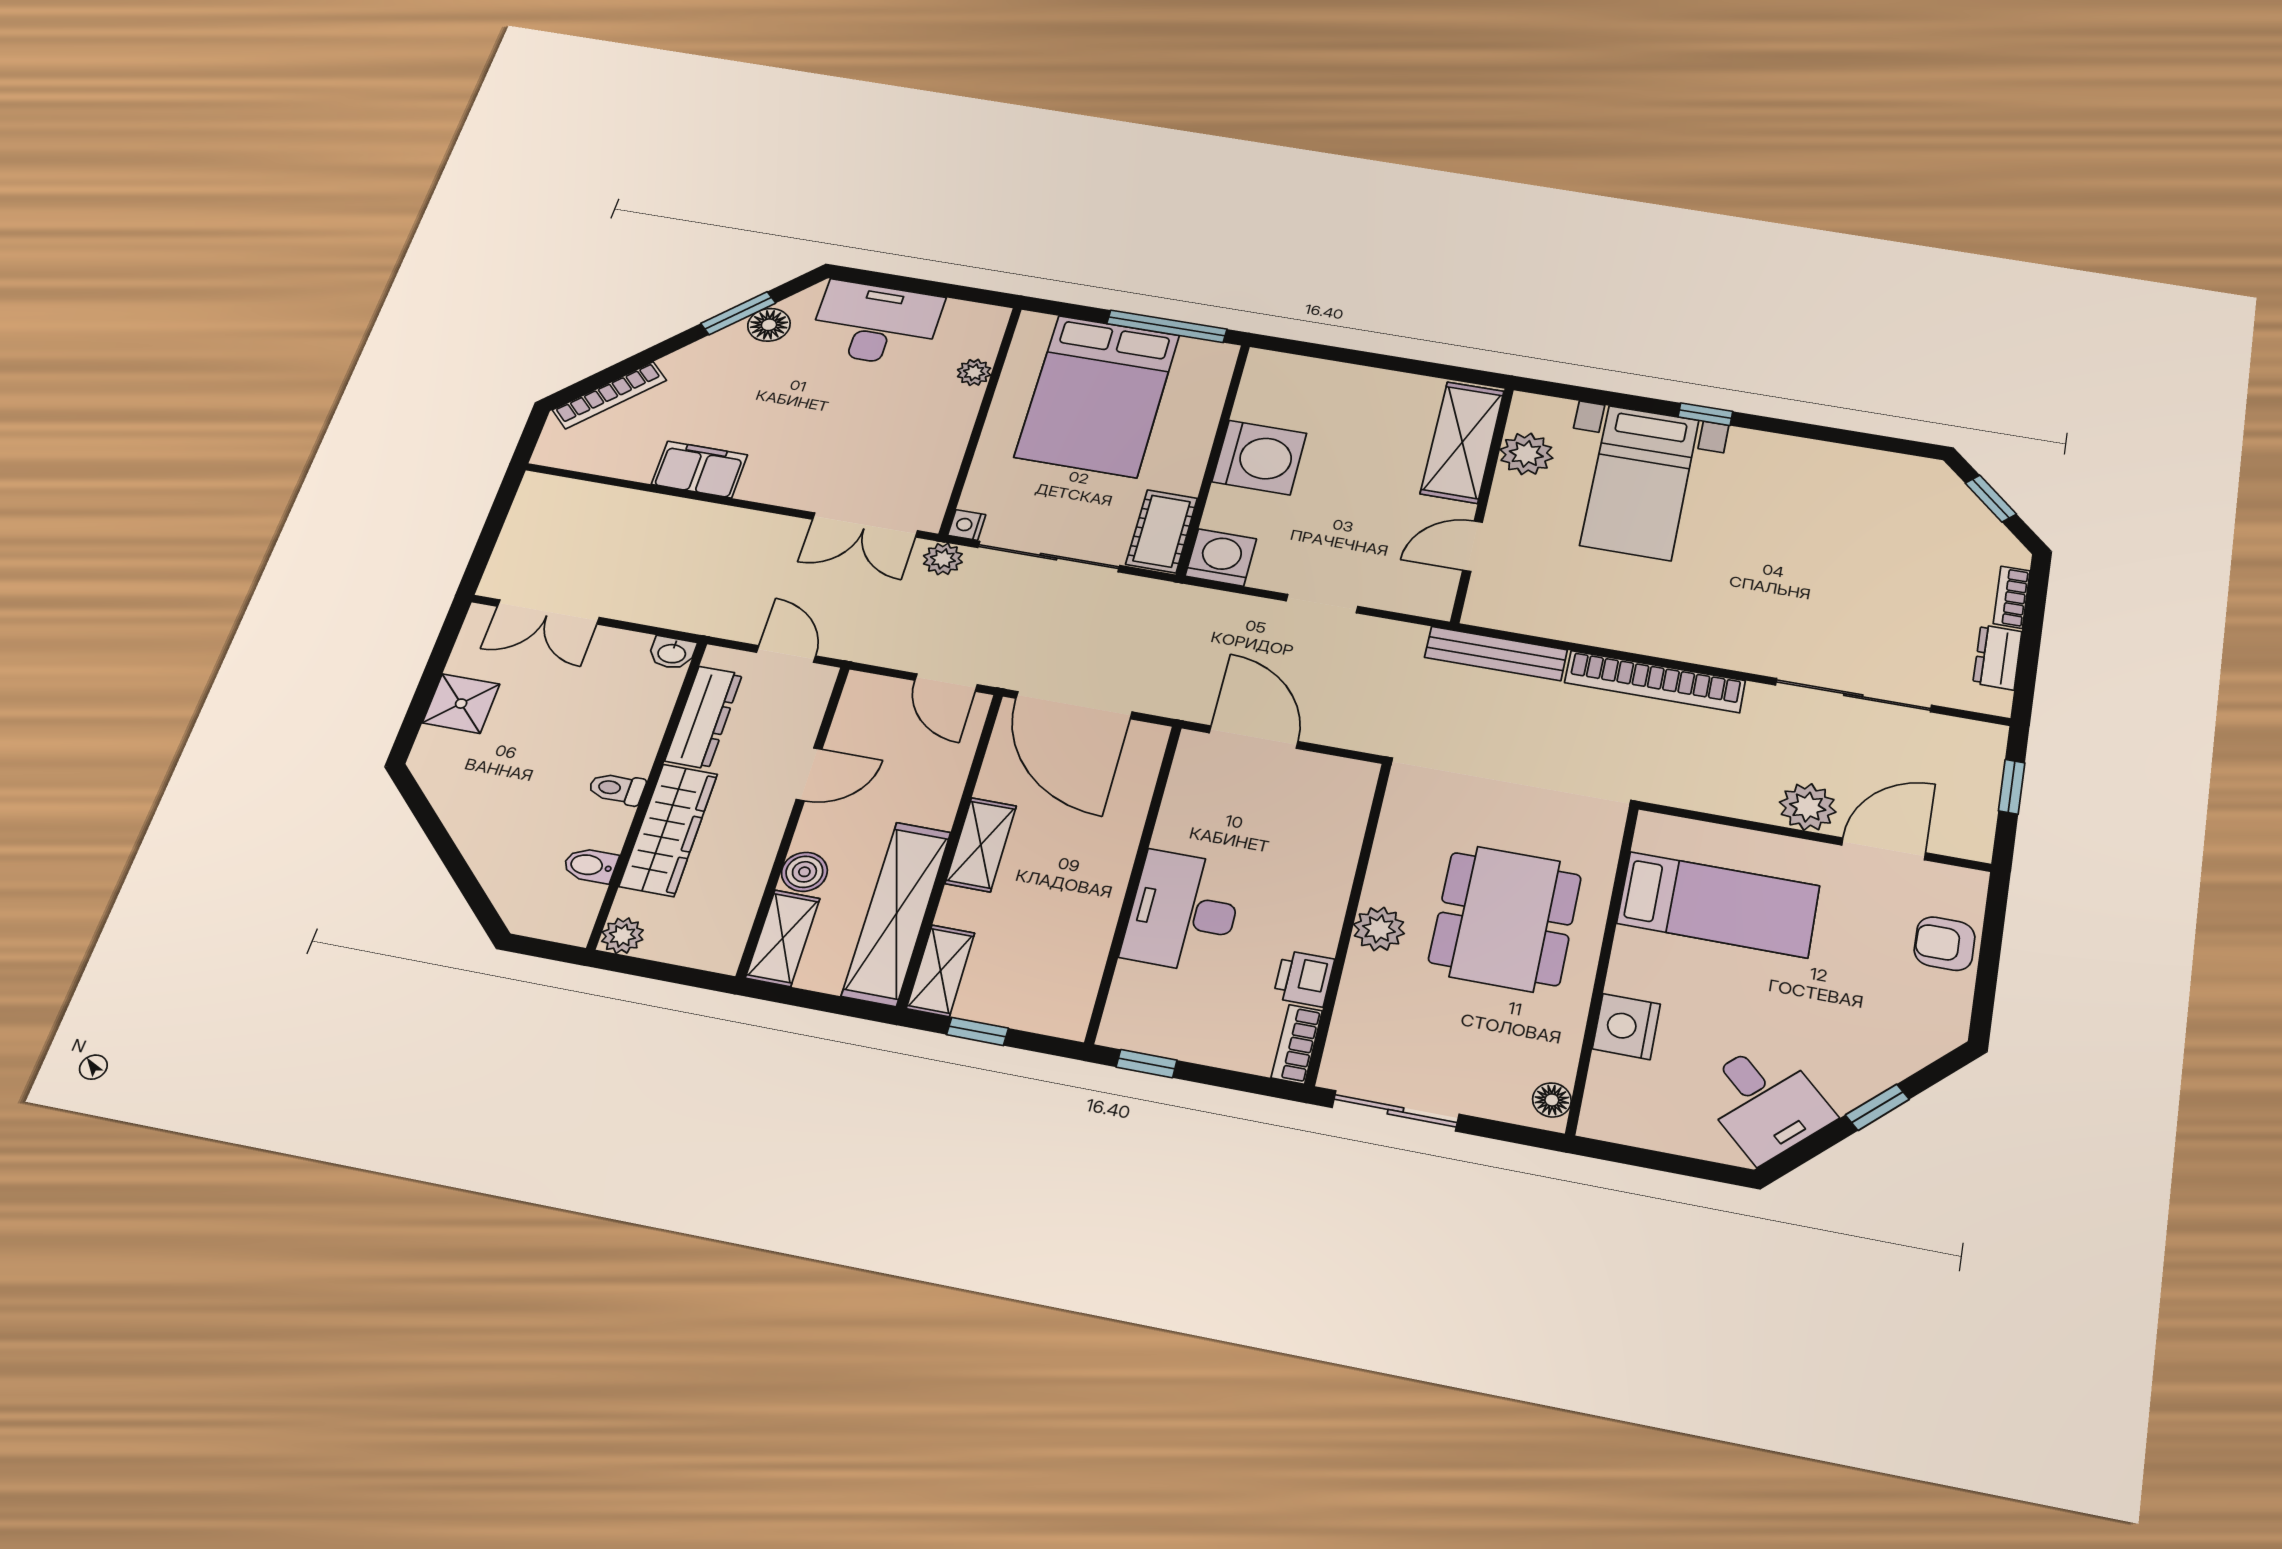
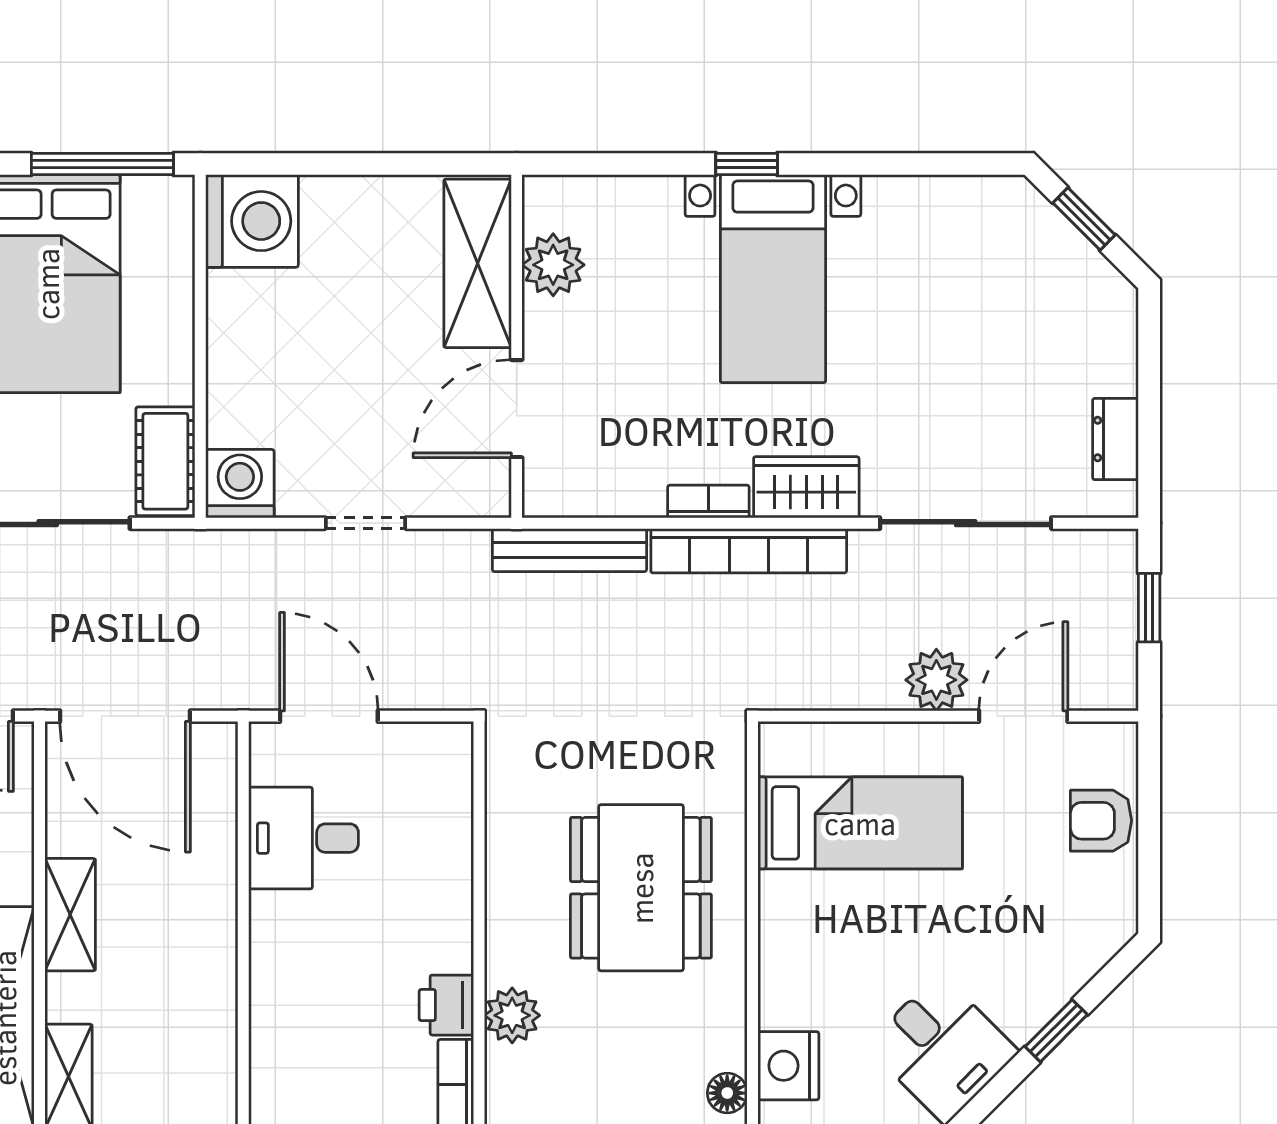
washing machine: (1259, 457) -> (252, 221), moved
bed with nightstands: (1640, 482) -> (773, 279), moved
door: (1472, 546) -> (517, 409), width x1.38
bookcase: (2012, 597) -> (708, 501), moved, turned 90
wardrobe: (1715, 645) -> (806, 487), added
desk: (1183, 912) -> (304, 838), moved, width x0.73
plant: (1379, 929) -> (512, 1015), moved
nightstand: (1626, 1027) -> (788, 1066), moved

